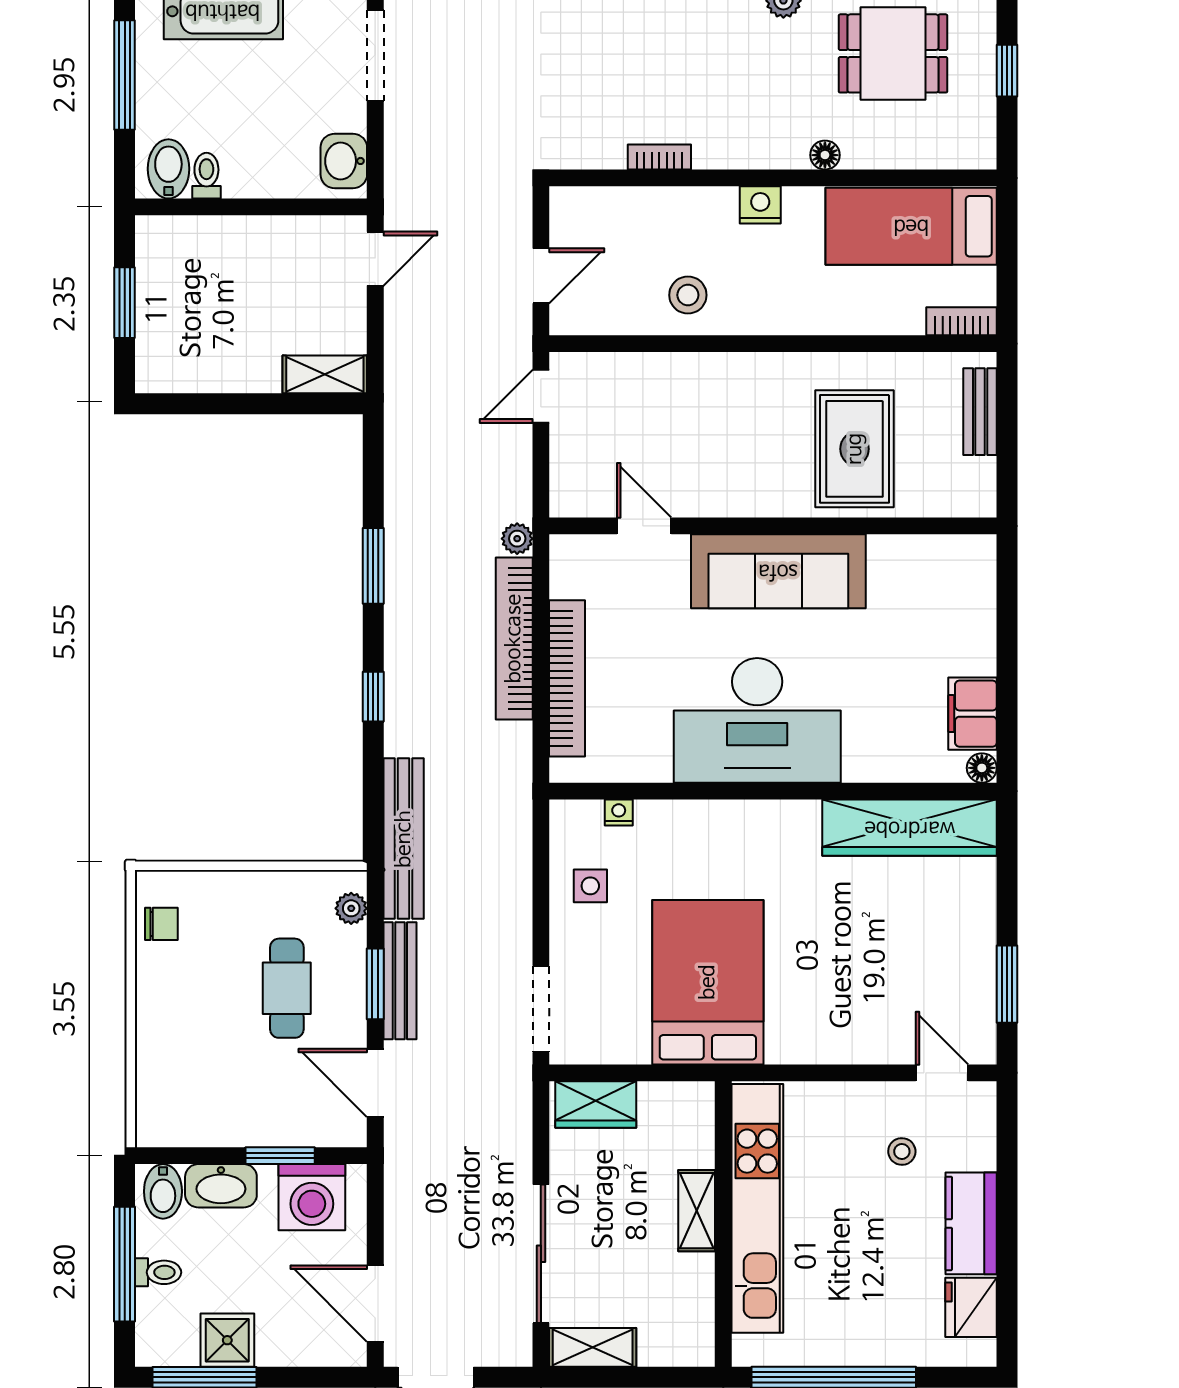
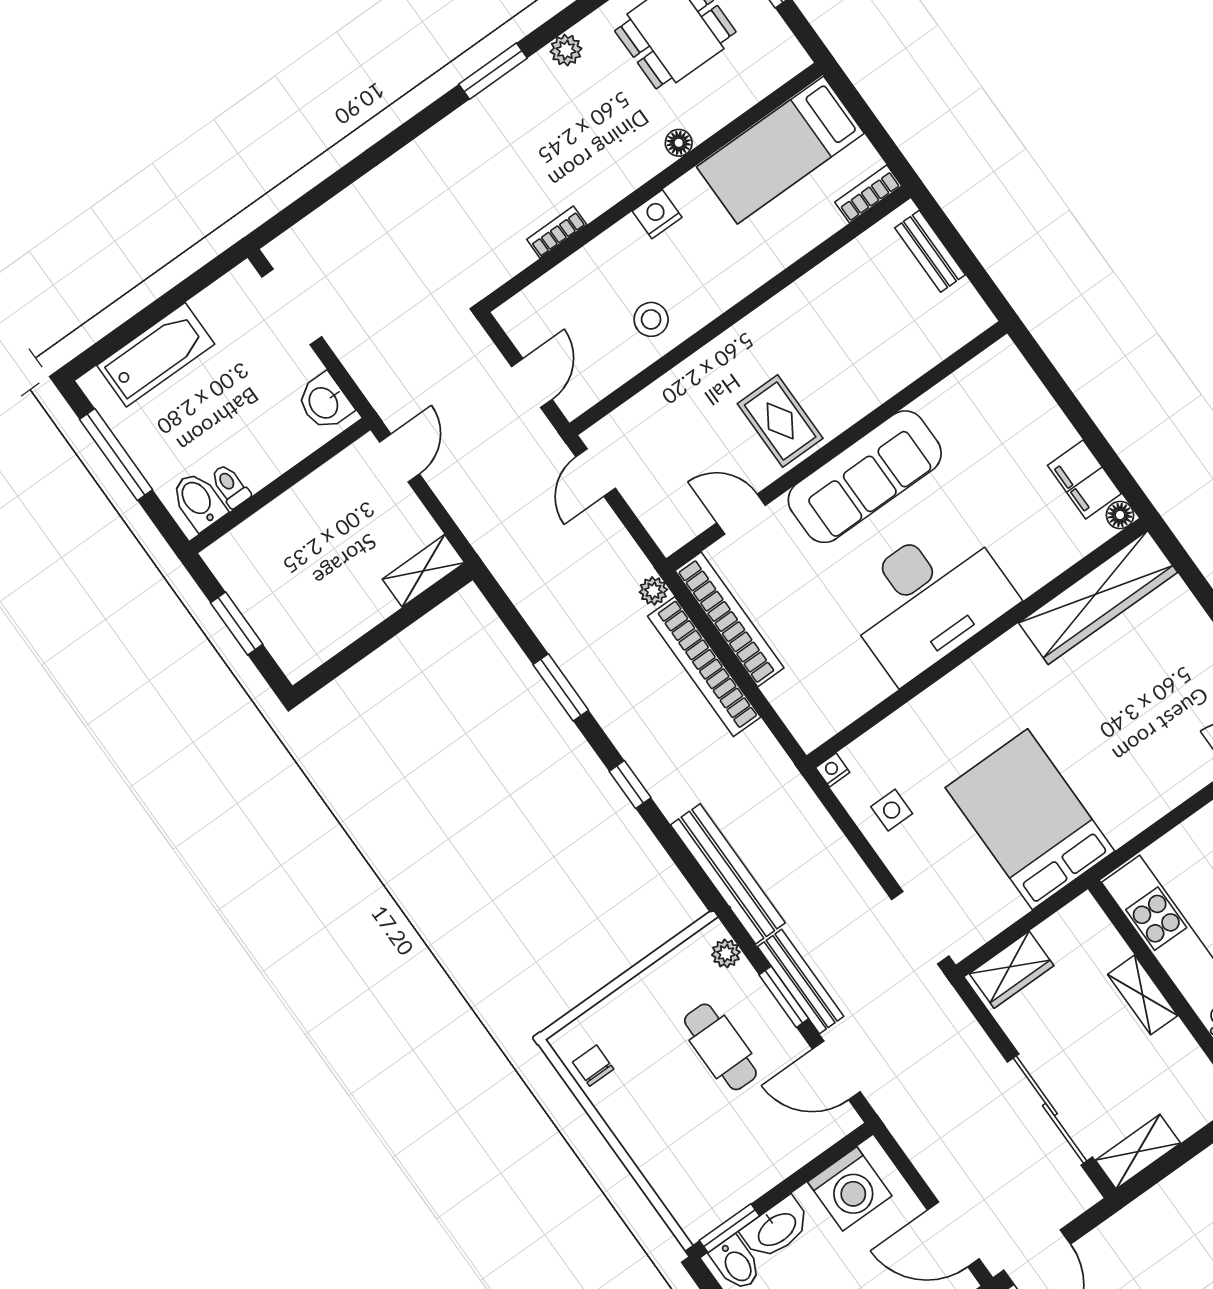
rug: (855, 449) -> (780, 421), moved, width x0.73, depth x0.70
bookcase: (567, 678) -> (729, 619), moved
nightstand: (619, 813) -> (833, 770), moved
chair: (161, 924) -> (593, 1066), turned -90
window: (280, 1156) -> (729, 1228), moved

